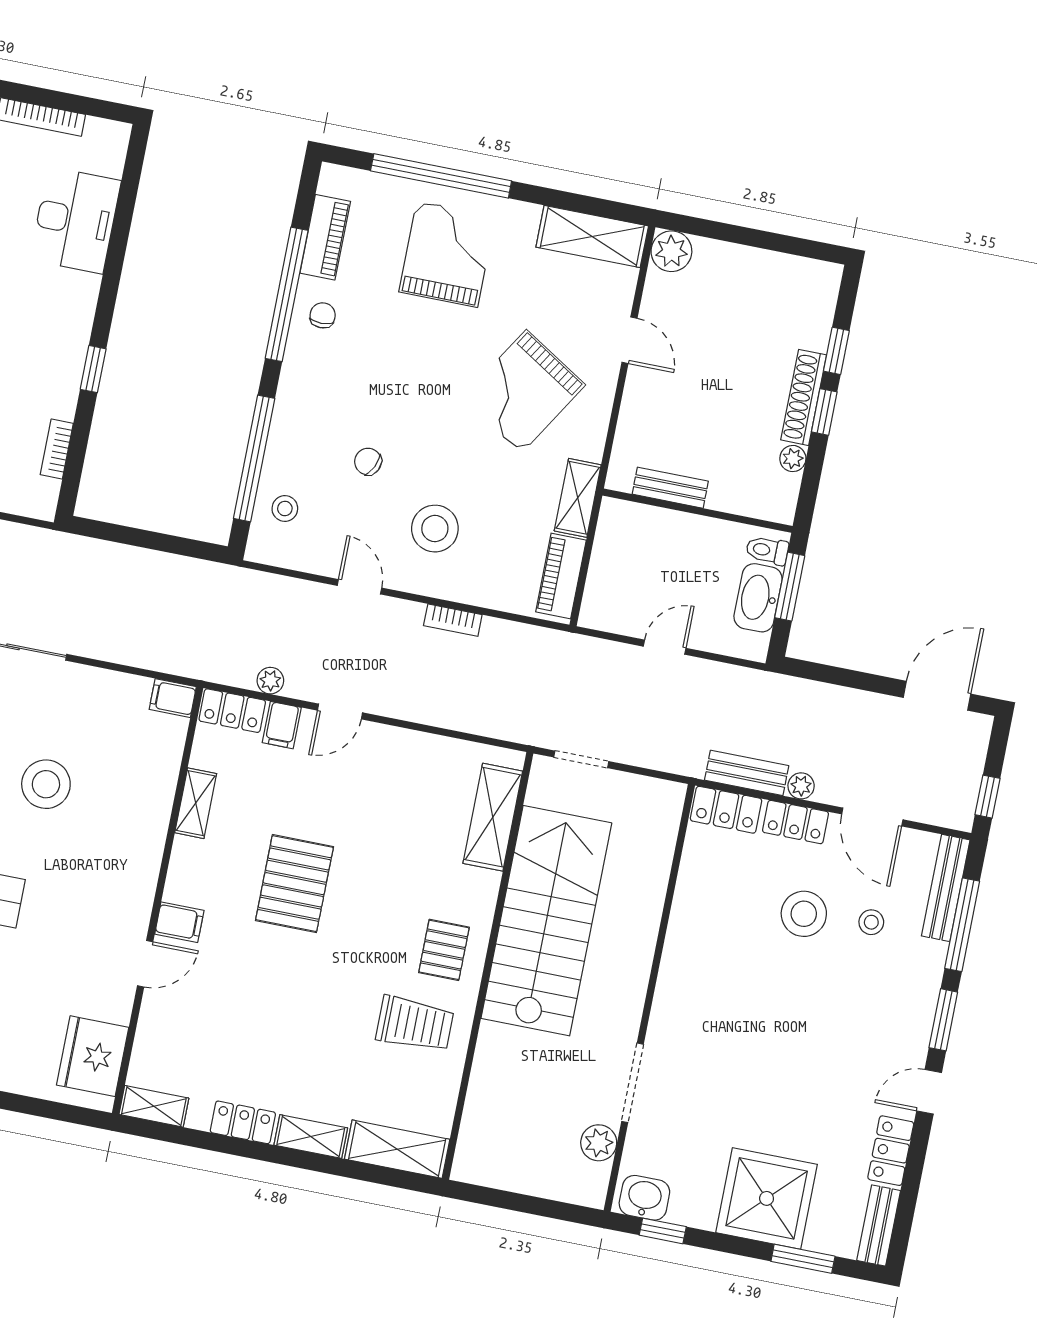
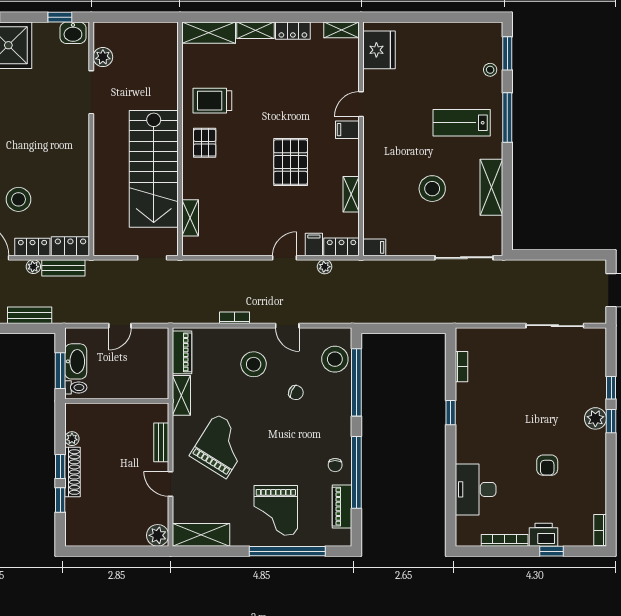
bench: (670, 488) -> (161, 442), moved, turned 90
stool: (285, 509) -> (335, 359), width x1.89, depth x1.89
bench: (825, 699) -> (30, 315), added
shelving: (493, 817) -> (190, 218), width x0.67, depth x0.75

